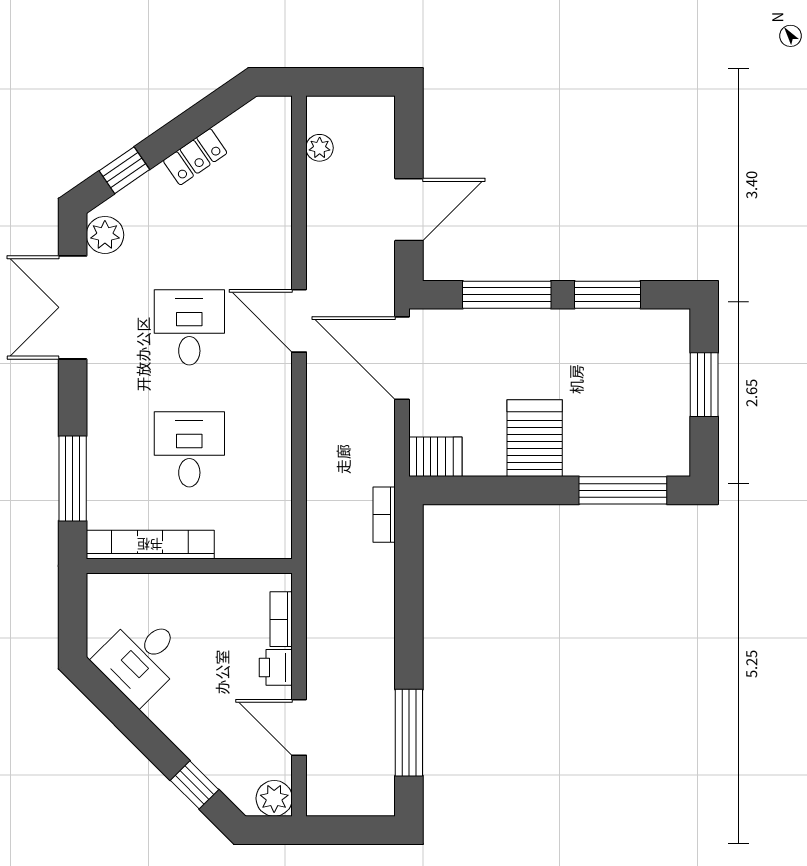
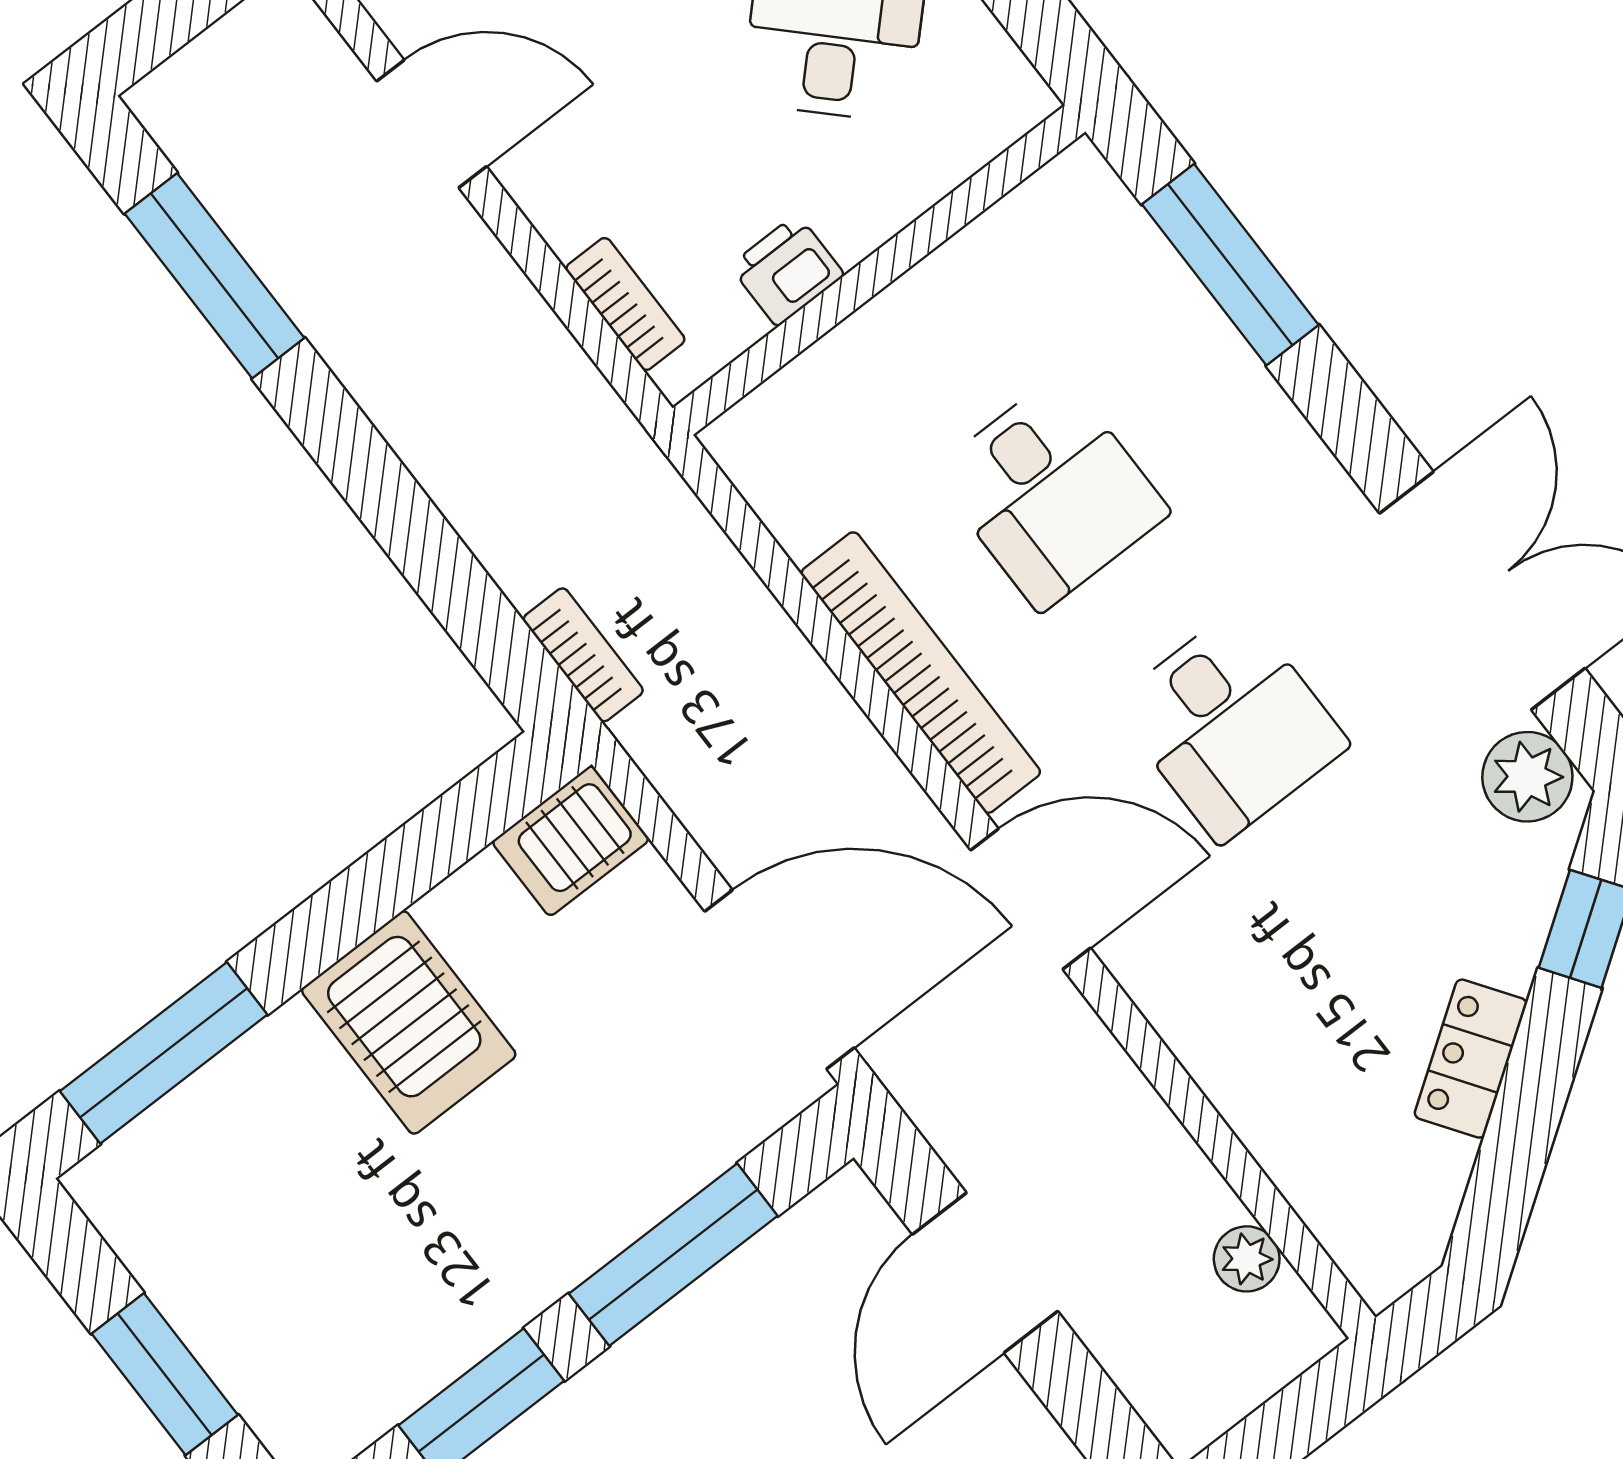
bookcase: (150, 545) -> (921, 673), moved, turned -90
printer: (276, 667) -> (787, 270), moved, turned -90

